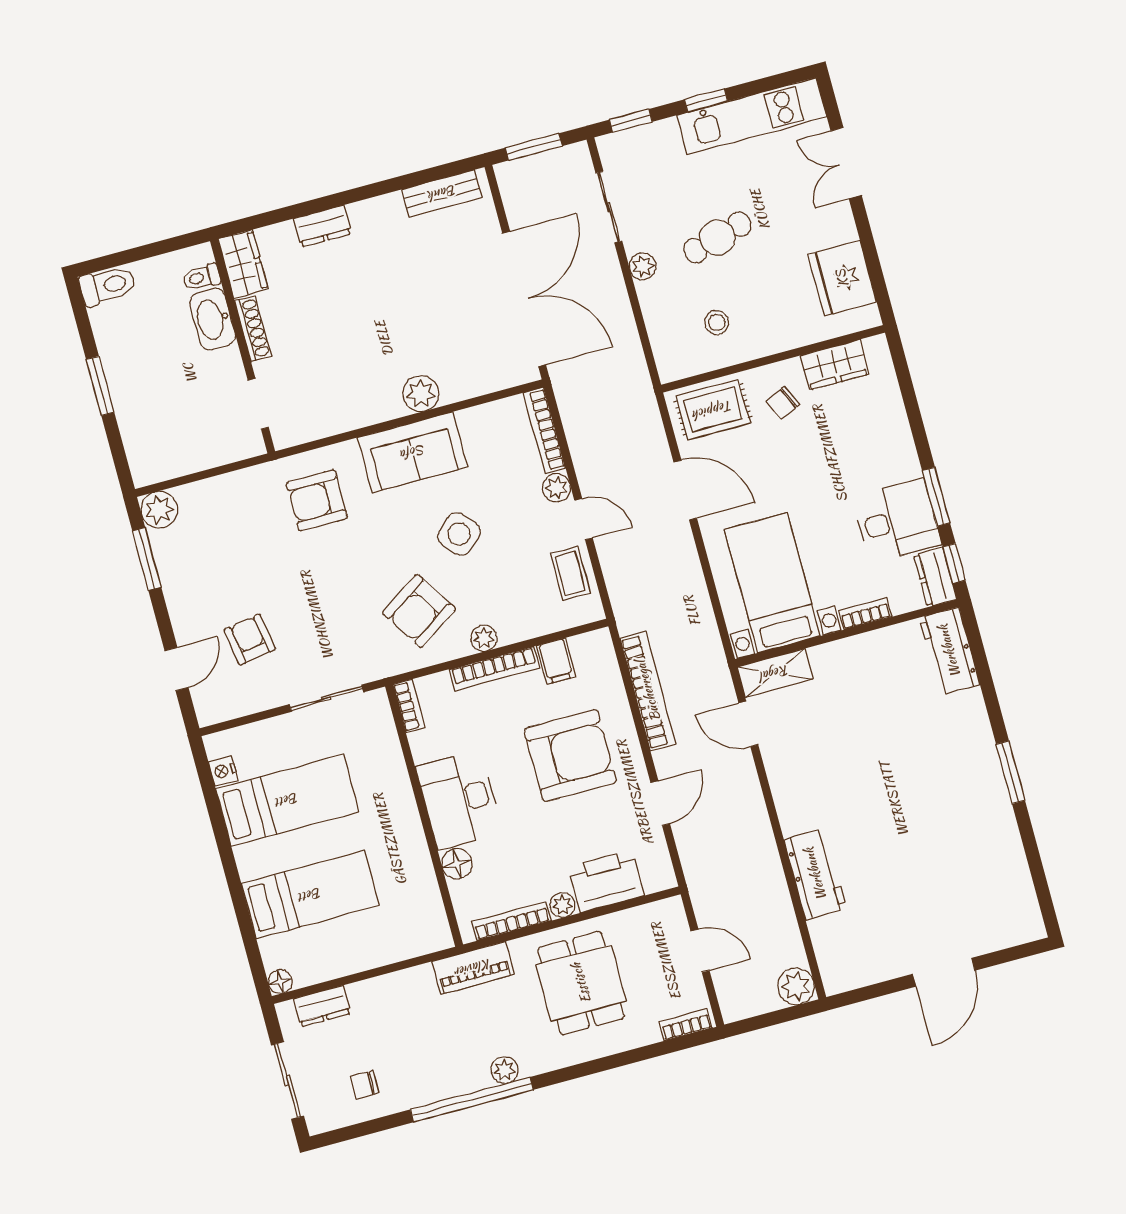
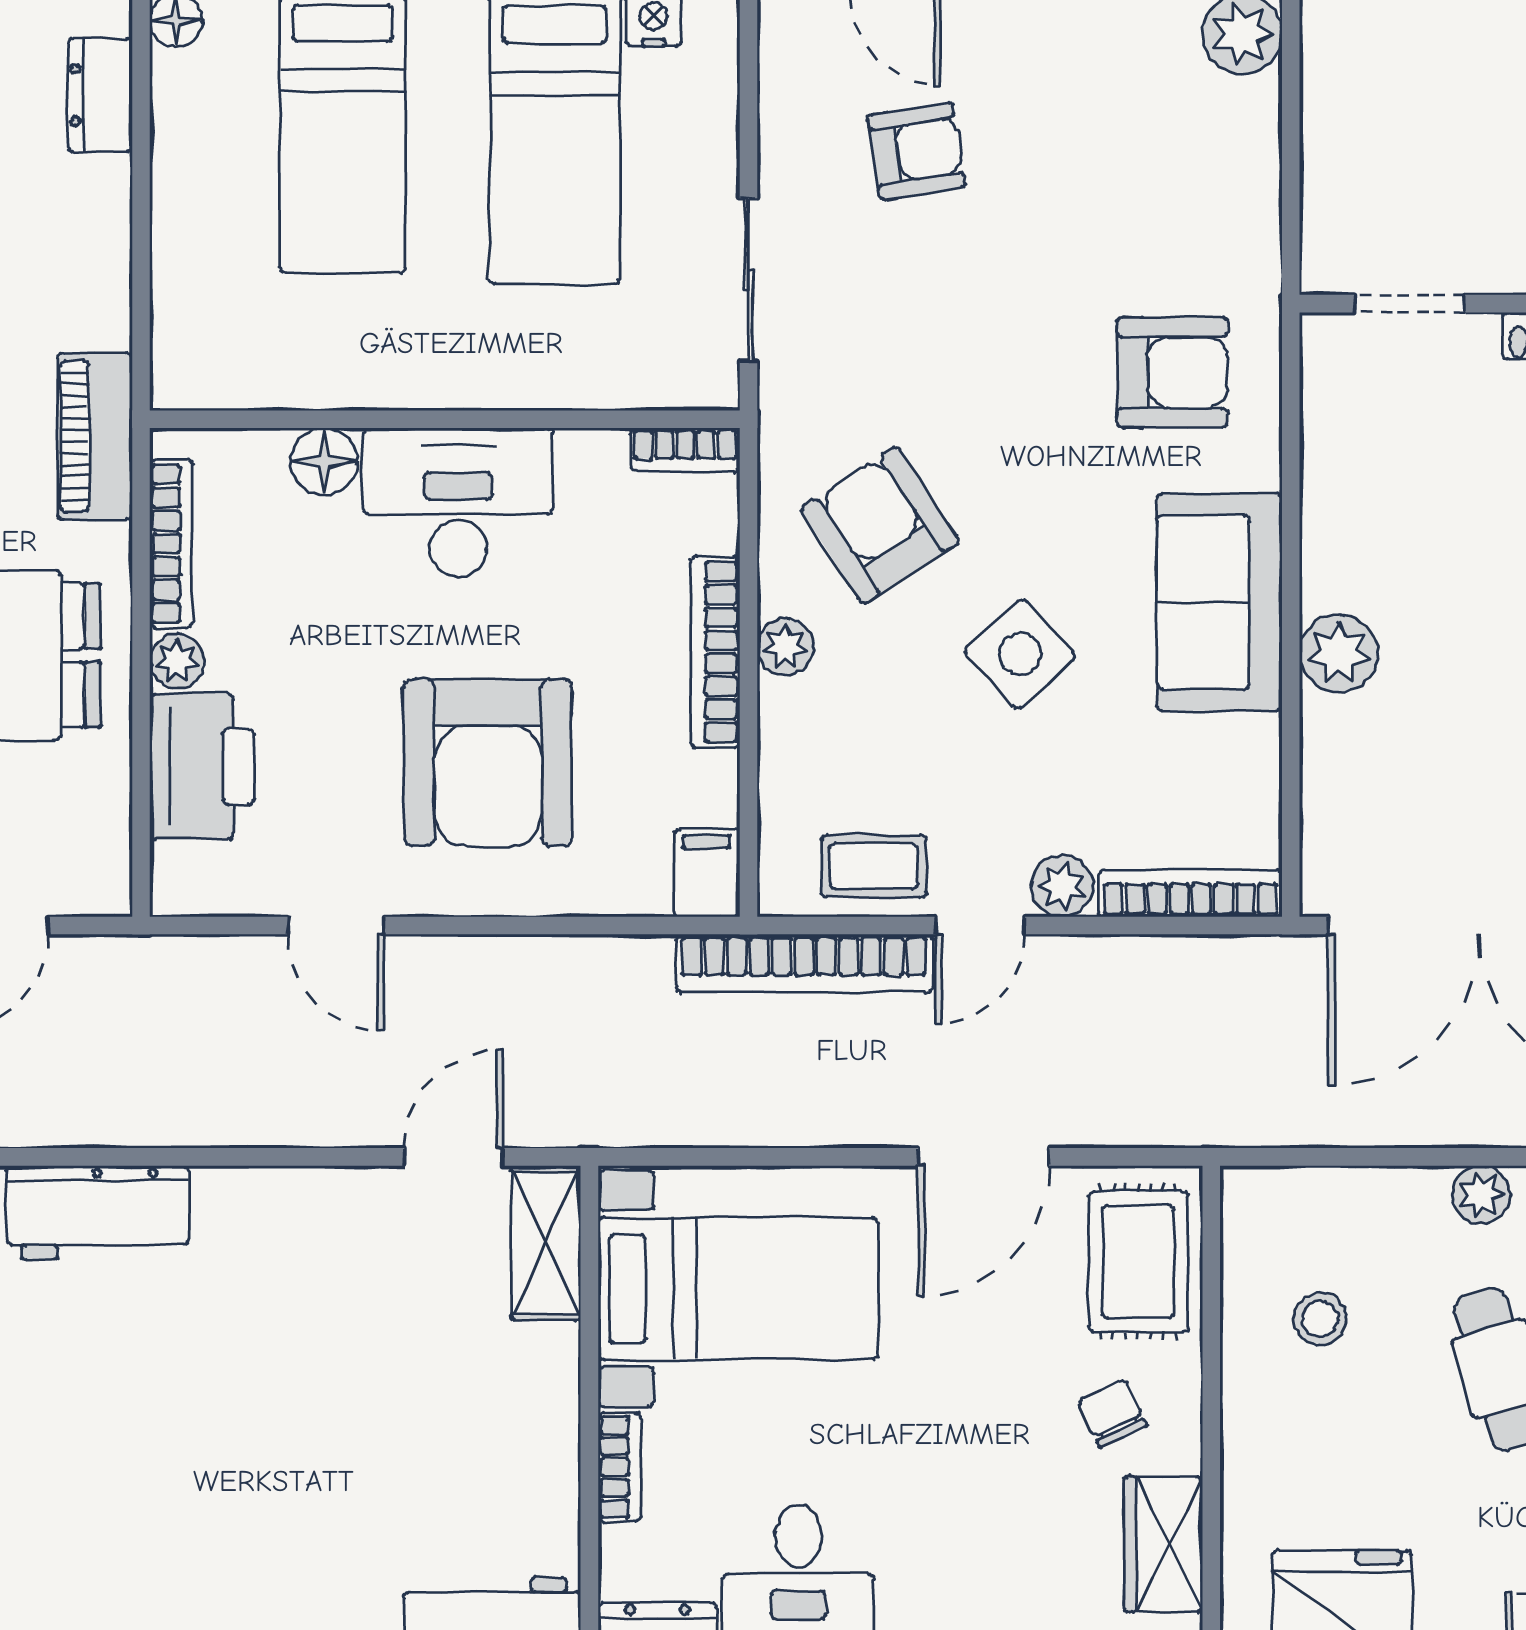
armchair: (317, 500) -> (1172, 372), turned 90
filing cabinet: (556, 661) -> (707, 873), moved, turned 90
bookcase: (648, 691) -> (804, 963), moved

